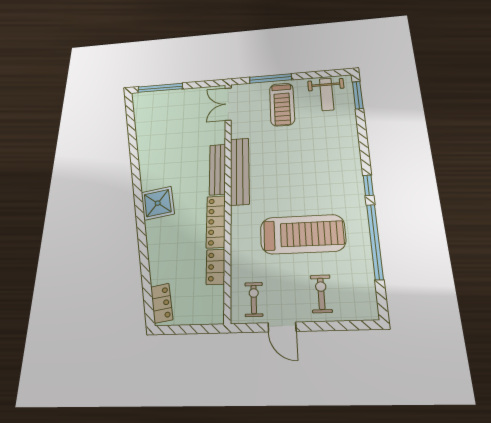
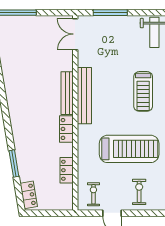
treadmill: (282, 104) -> (143, 91), moved
shower: (158, 203) -> (21, 119), removed
locker: (216, 222) -> (66, 129), width x0.66
window: (144, 261) -> (14, 164), added

